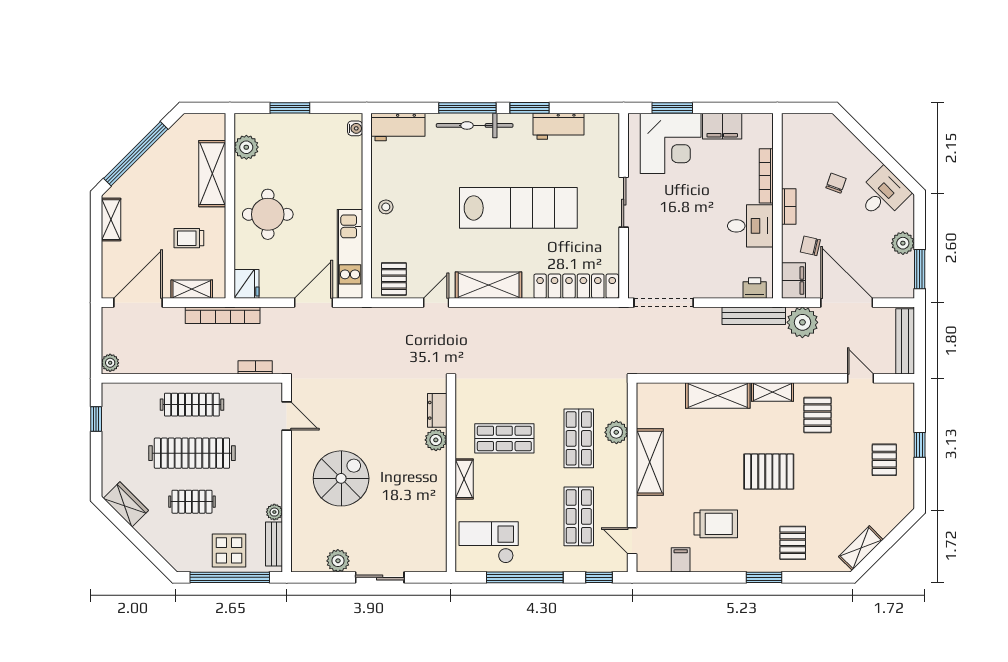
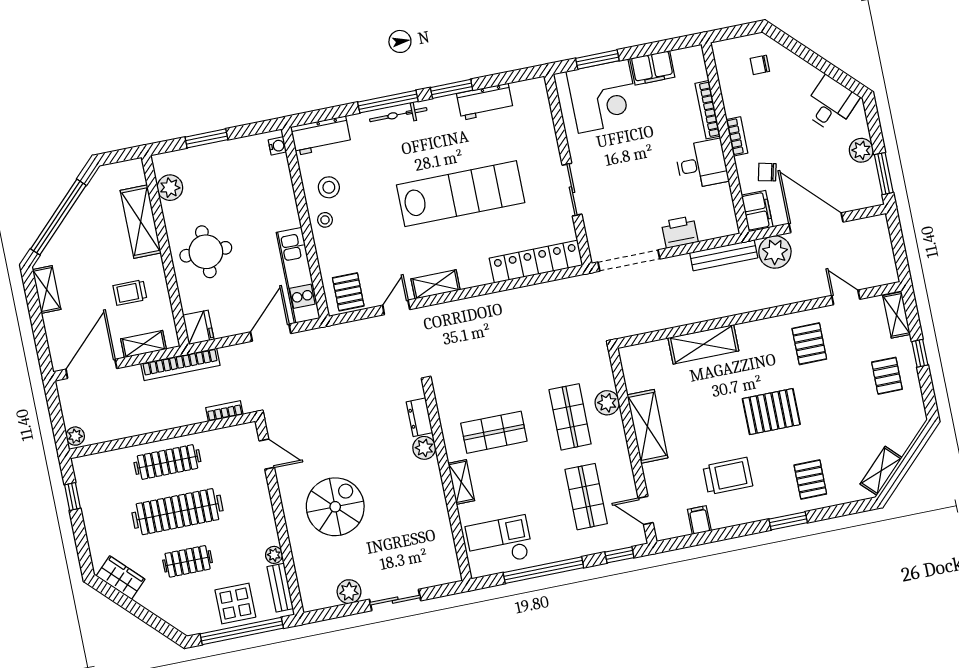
bicycle: (475, 125) -> (398, 115), width x0.73, depth x0.71
stool: (396, 177) -> (329, 187), added
chair: (836, 183) -> (760, 65), moved, turned -110
sliding door: (624, 202) -> (572, 190), moved
shelving: (489, 285) -> (436, 284), width x0.67, depth x0.75
printer: (755, 288) -> (680, 232), moved, width x1.36, depth x1.24
bench: (905, 341) -> (884, 250), removed
shelving: (772, 392) -> (897, 315), moved, turned 90

